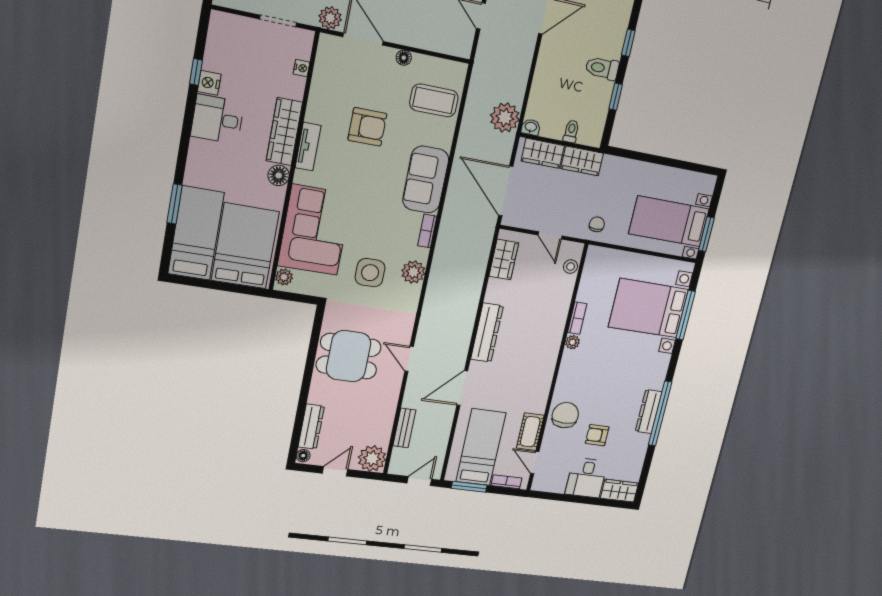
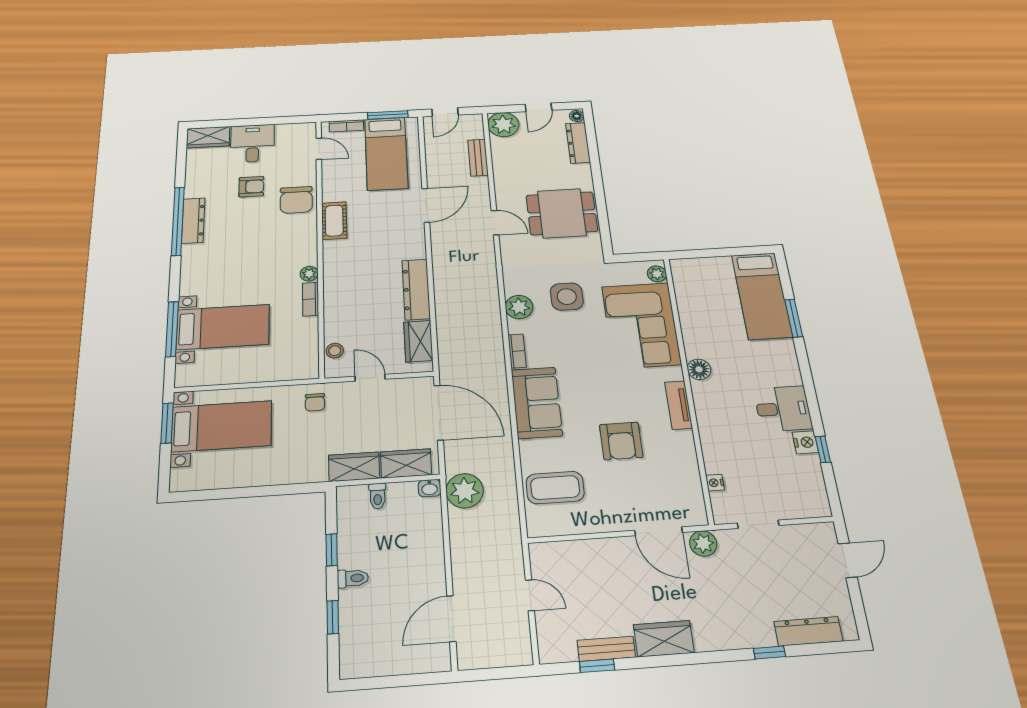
floor lamp: (404, 58) -> (606, 524), removed
toilet: (602, 68) -> (353, 578), width x0.73, depth x0.72
armchair: (367, 127) -> (621, 441), turned -90
wardrobe: (284, 132) -> (709, 414), removed
bed: (245, 246) -> (708, 294), removed
bed with nightstands: (648, 308) -> (223, 327), width x0.73
dresser: (487, 333) -> (416, 289), moved
cot: (530, 432) -> (334, 221), moved

